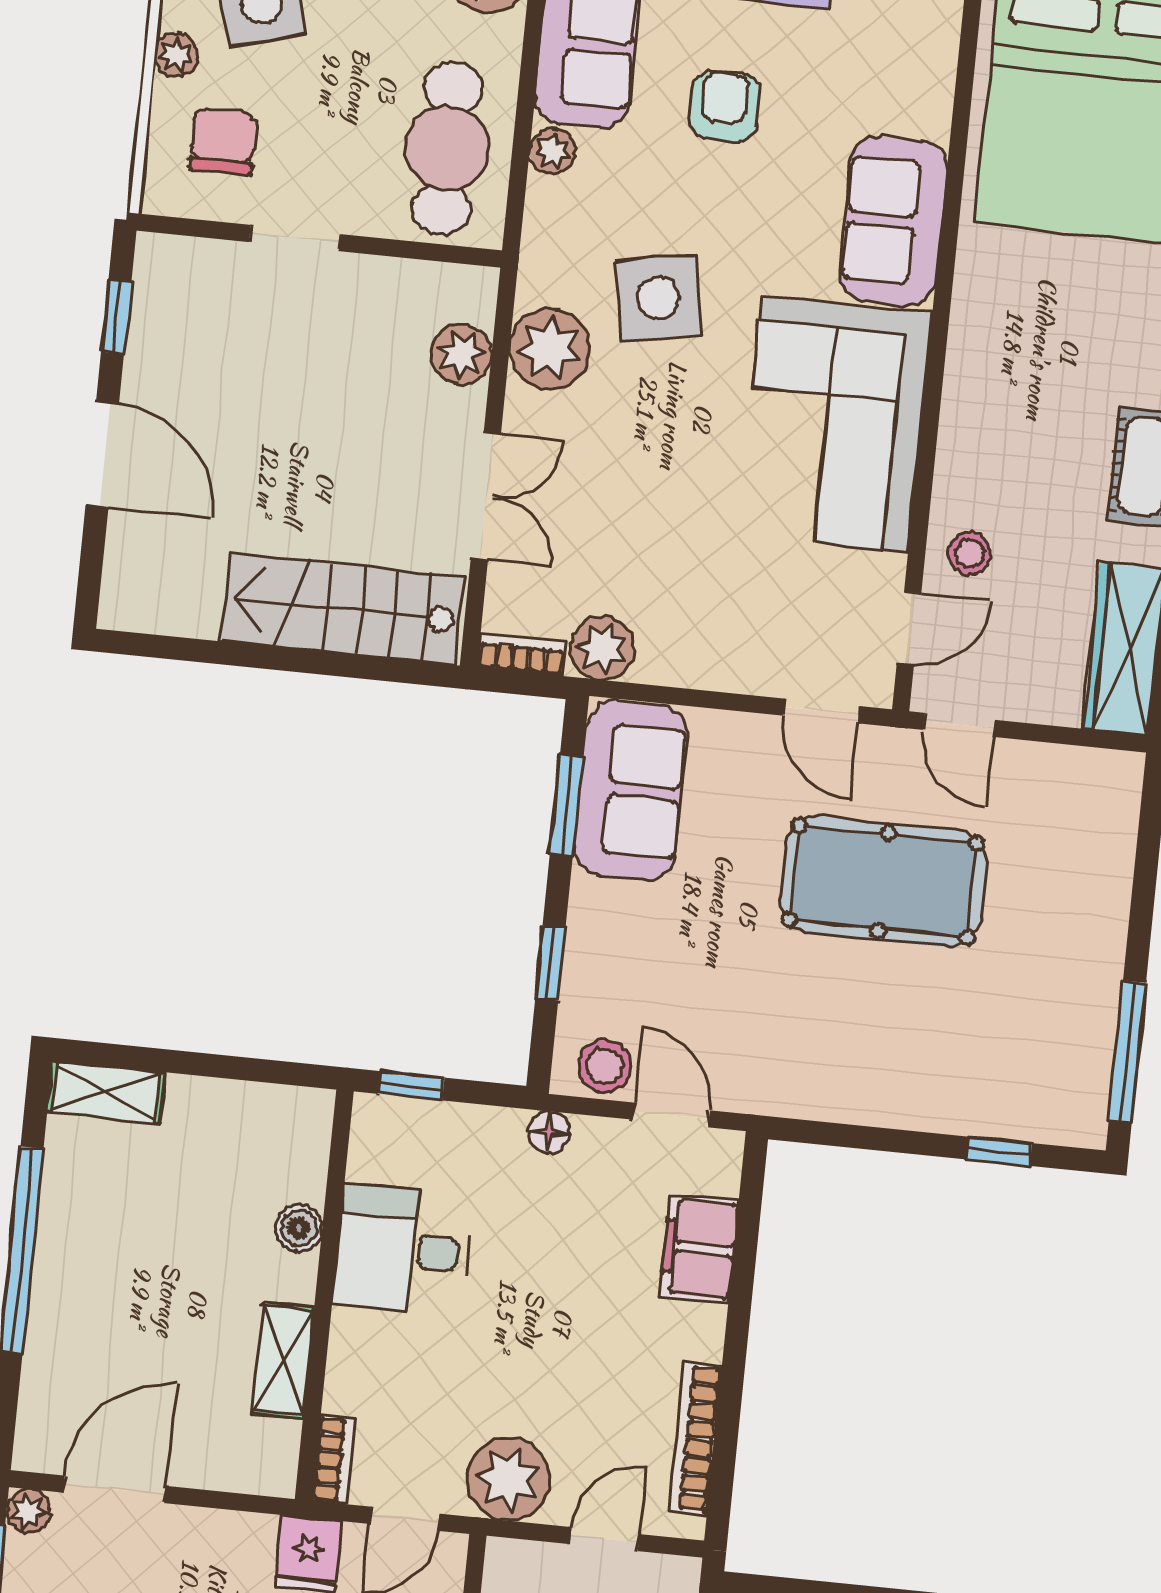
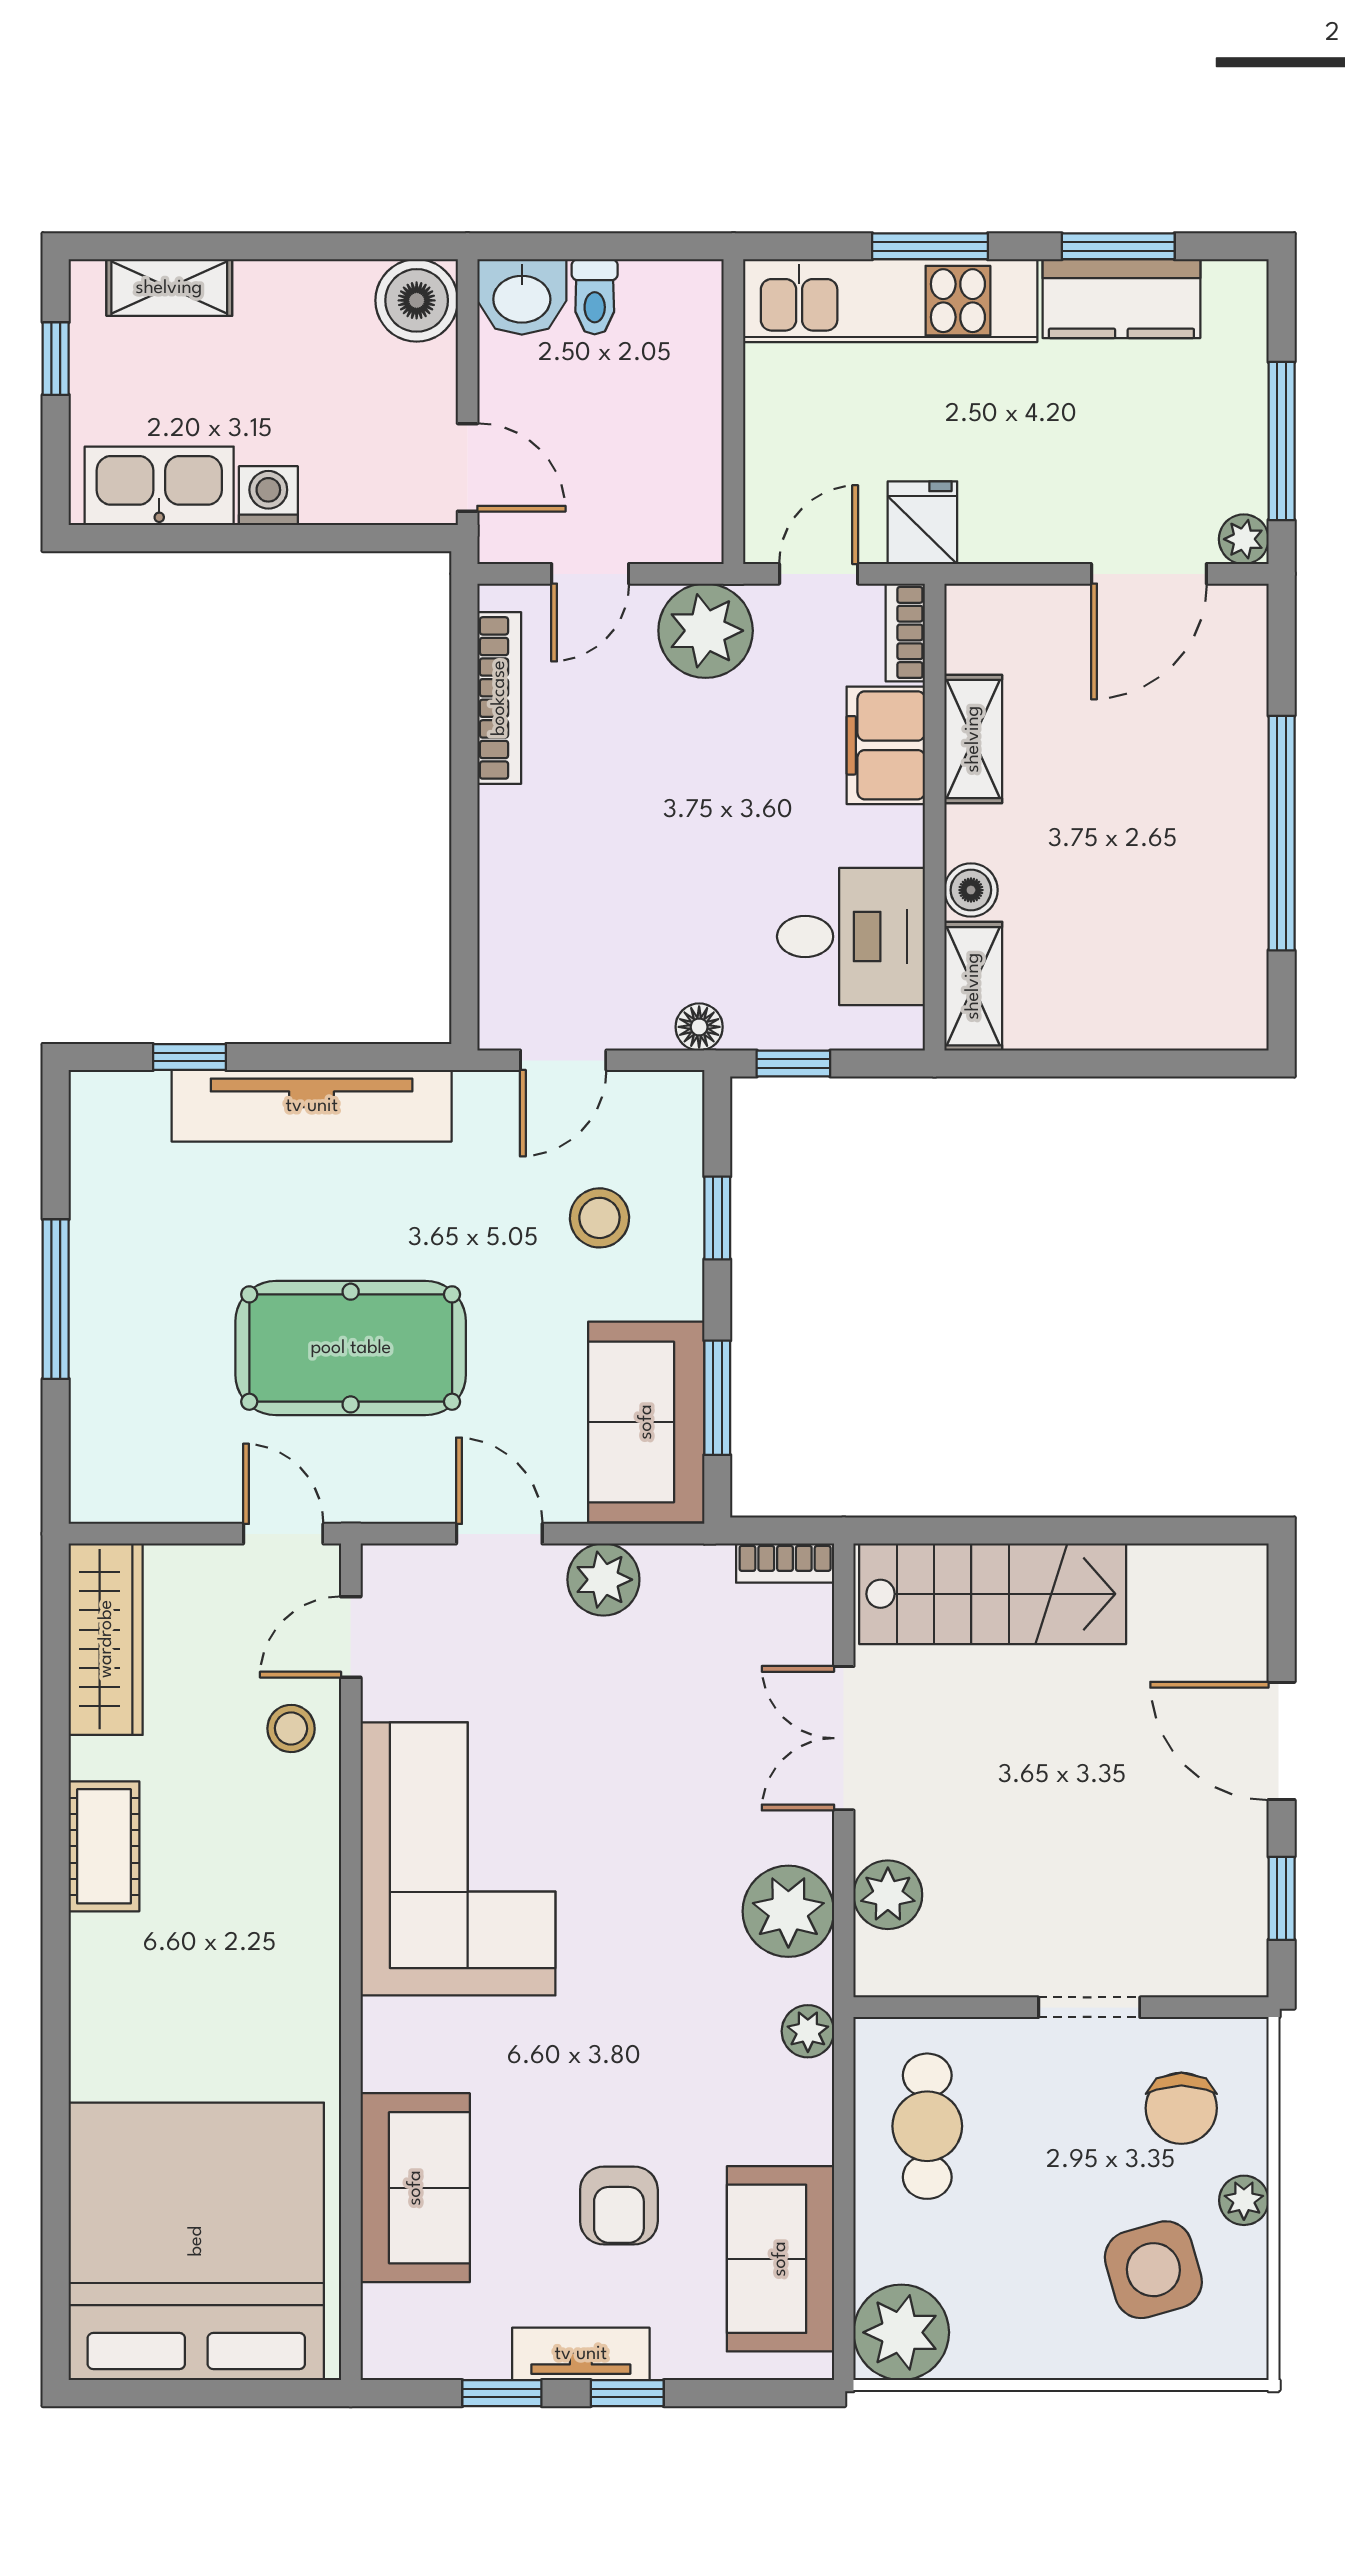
cafe table: (447, 148) -> (927, 2126), width x0.73, depth x0.74
plant: (553, 151) -> (808, 2031), moved
sofa: (893, 221) -> (415, 2188), moved
side table: (658, 298) -> (672, 1982), removed
plant: (602, 648) -> (603, 1580), moved
door: (821, 711) -> (499, 1534), moved
window: (1127, 1052) -> (56, 1299), moved
stool: (605, 1066) -> (599, 1218), moved
window: (411, 1086) -> (793, 1063), moved
shelving: (106, 1092) -> (973, 986), moved, turned 90
tv unit: (896, 1098) -> (312, 1106), added
door: (671, 1115) -> (563, 1060), hinge flipped
desk: (403, 1249) -> (851, 937), moved
filing cabinet: (699, 1249) -> (886, 745), moved, turned 180

